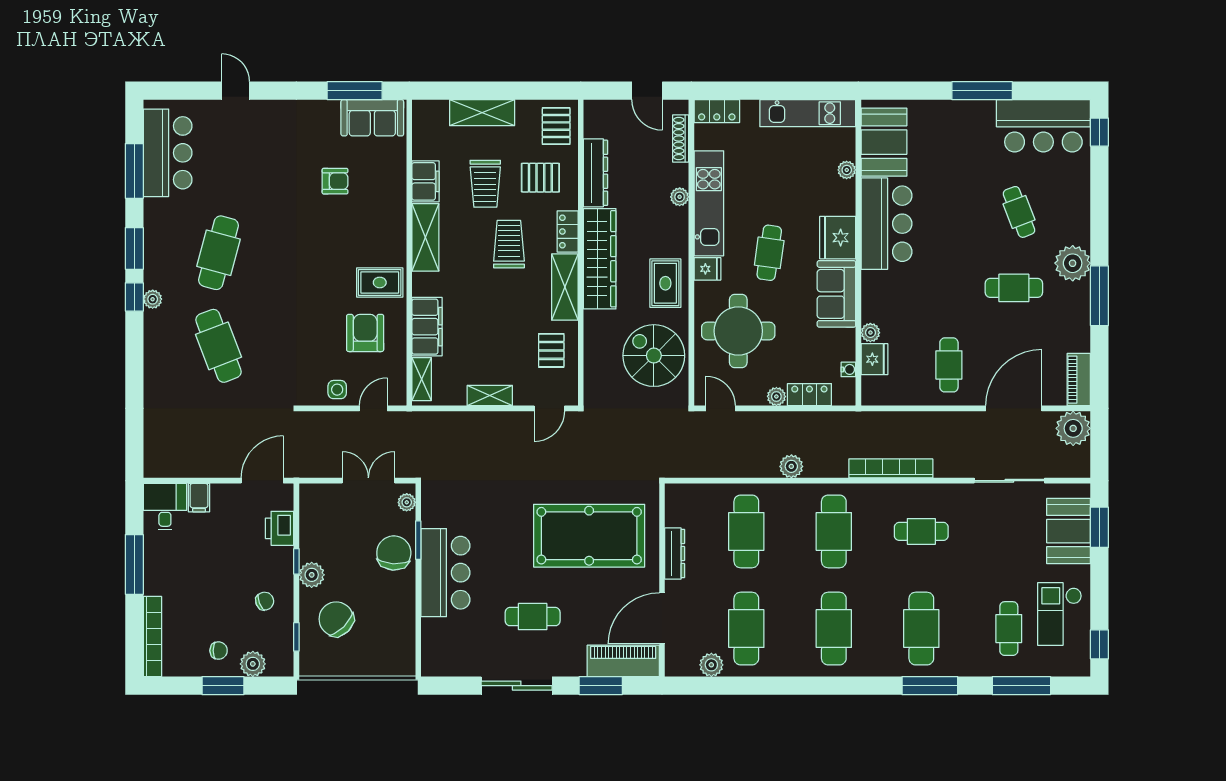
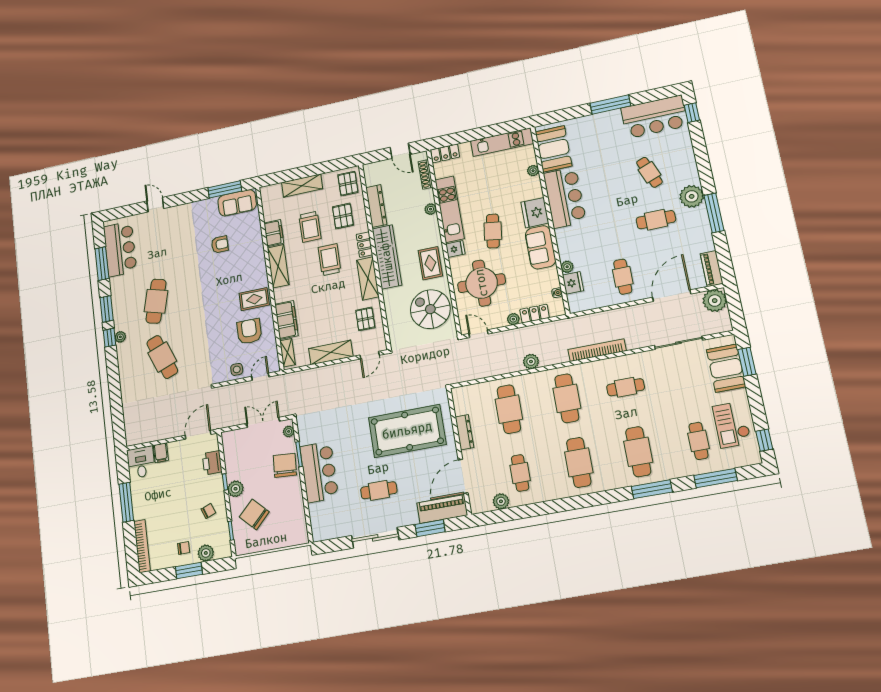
pallet: (540, 178) -> (343, 216), turned 90
shelving: (490, 396) -> (331, 352), width x1.50, depth x1.33
cafe table: (746, 629) -> (520, 473), width x0.73, depth x0.74

